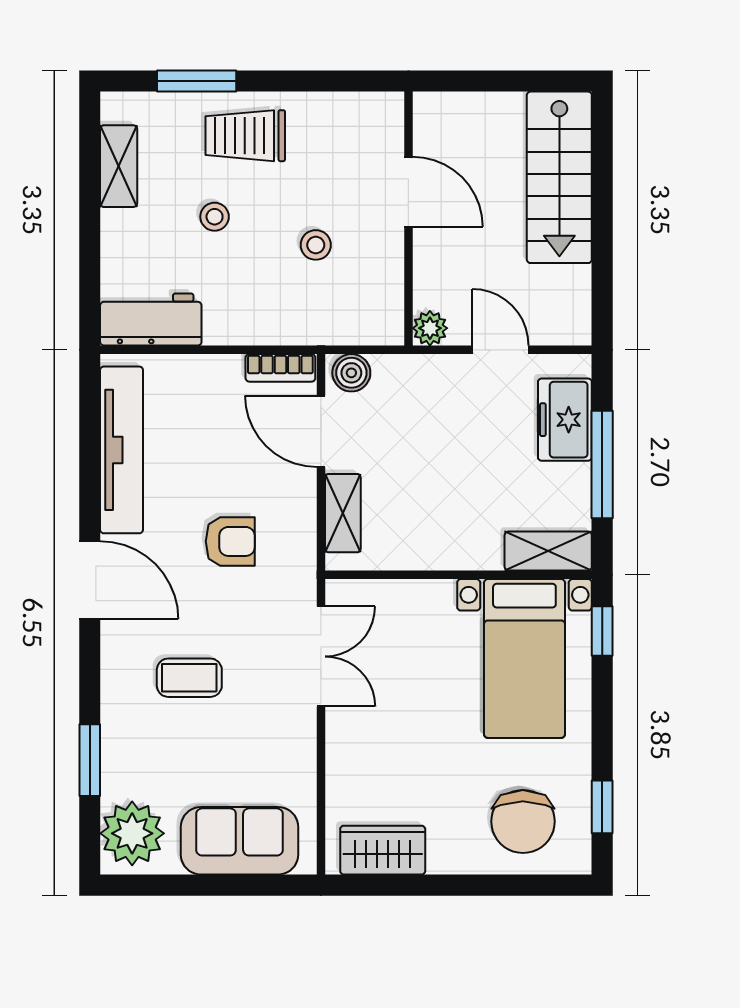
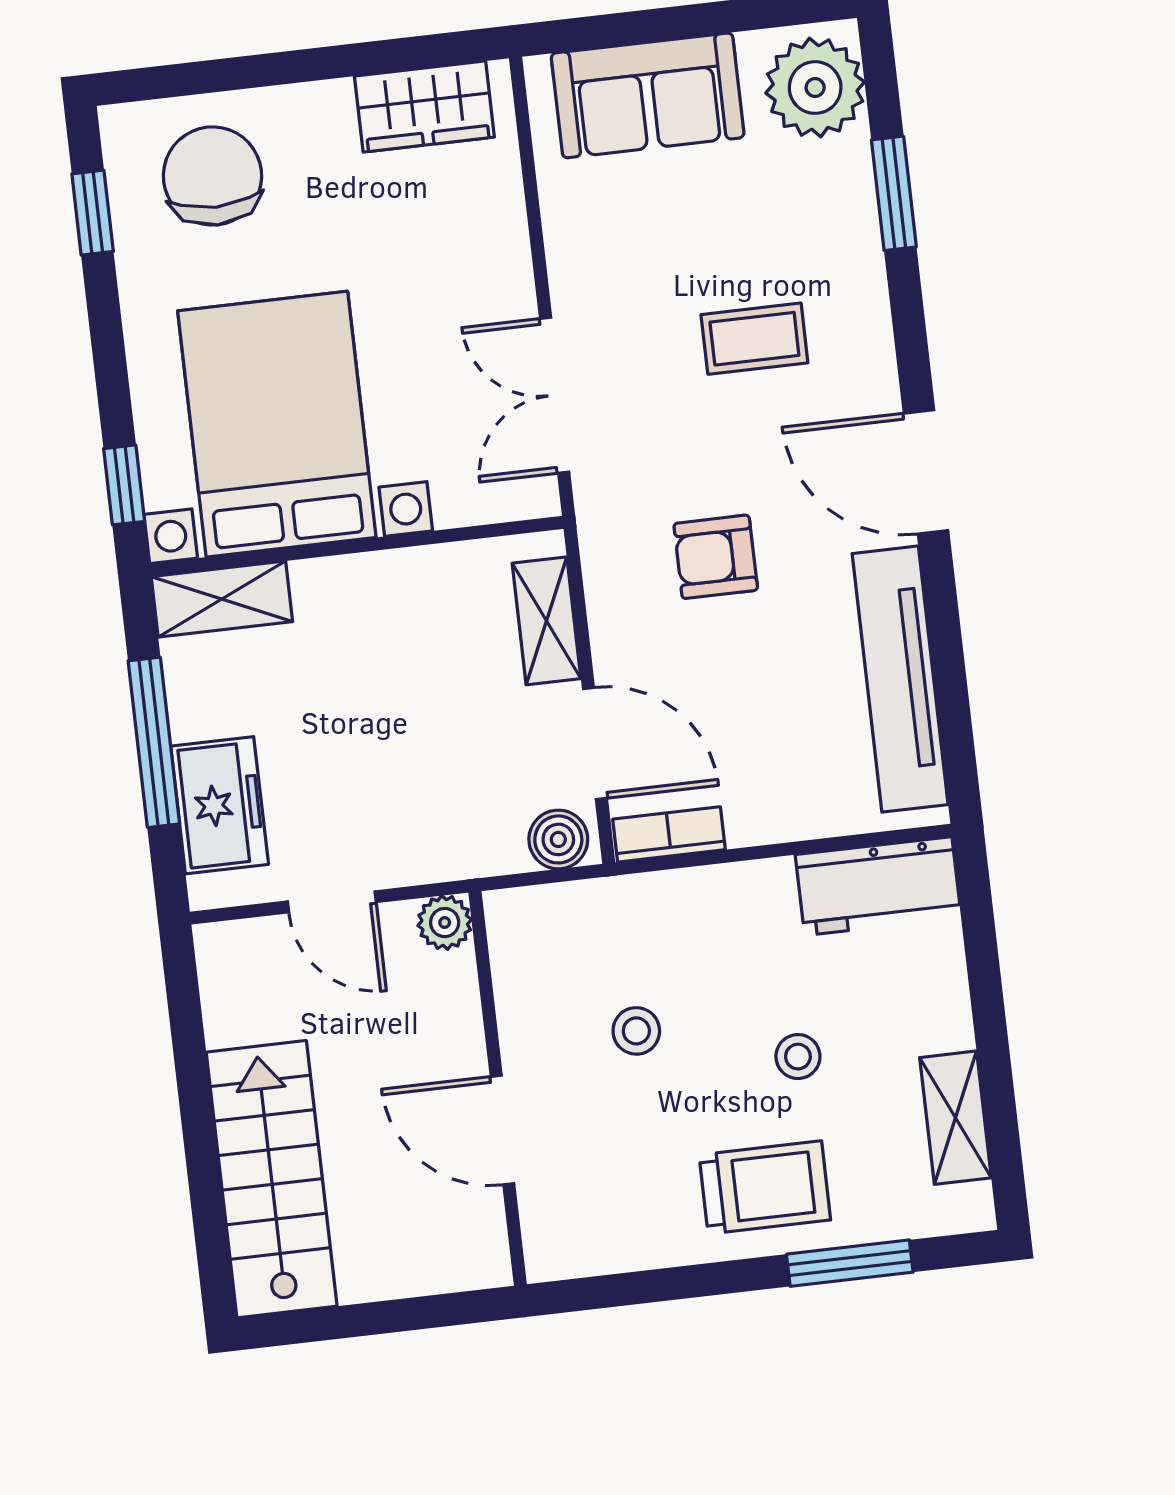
bed with nightstands: (524, 658) -> (277, 424), width x1.36

